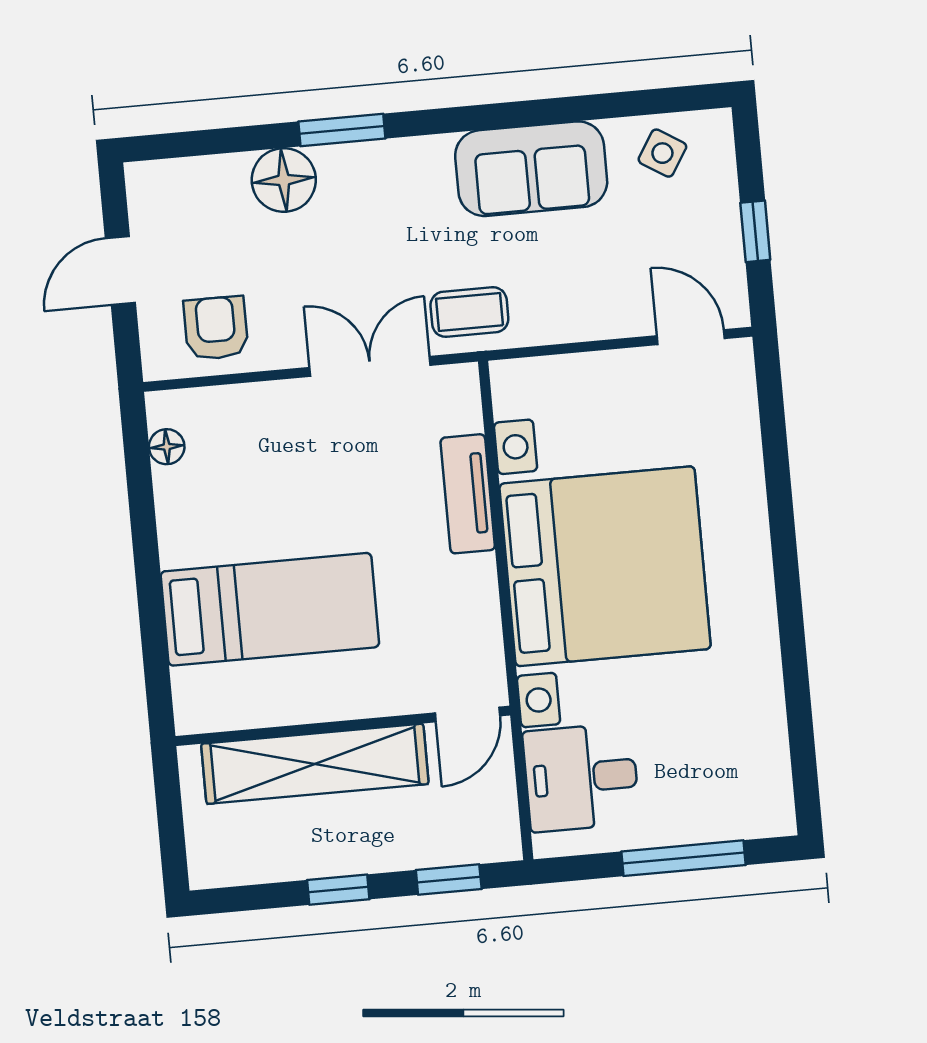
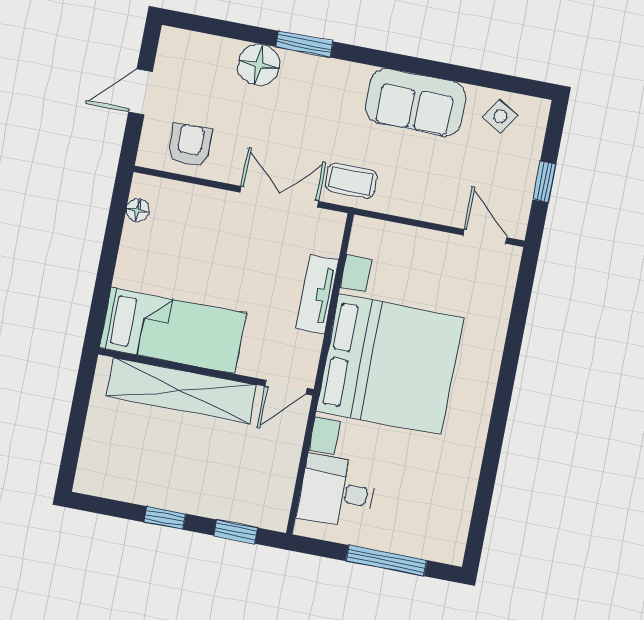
door: (467, 714) -> (286, 387), moved
wall: (343, 726) -> (206, 372), moved
shelving: (315, 764) -> (182, 390), moved

